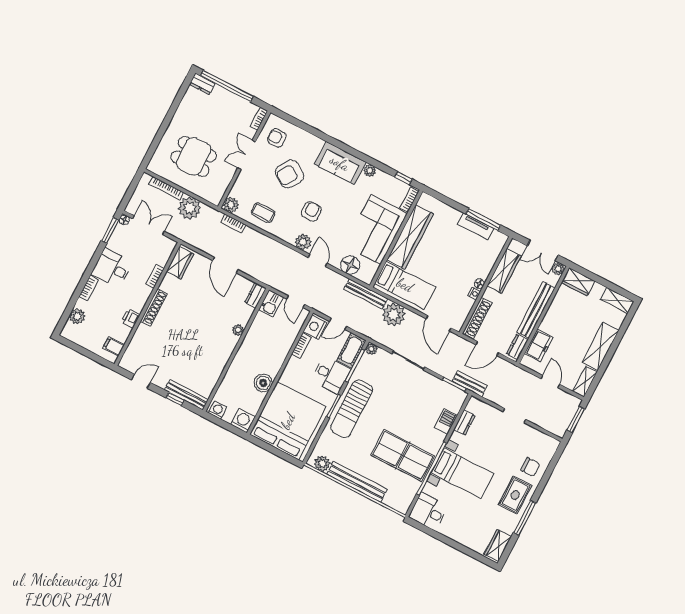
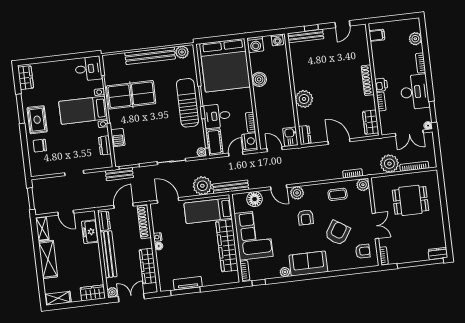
desk: (112, 268) -> (415, 92), width x1.37
printer: (130, 318) -> (381, 85), moved
plant: (238, 330) -> (304, 99), width x1.88, depth x1.88

